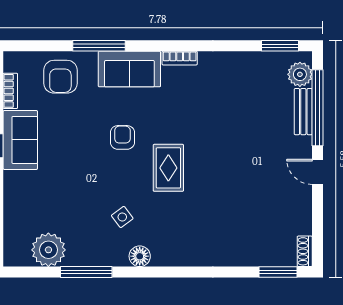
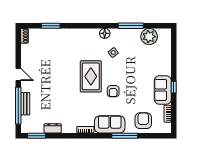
dresser: (247, 61) -> (53, 128), added
plant: (300, 74) -> (27, 122), removed
rug: (168, 168) -> (91, 76), width x1.36, depth x1.43
window: (278, 272) -> (51, 26), moved

